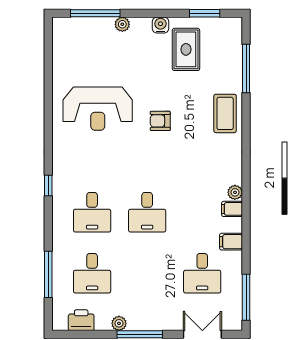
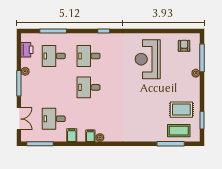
water cooler: (160, 25) -> (195, 95), removed
coffee table: (225, 113) -> (179, 131), moved
armchair: (160, 121) -> (184, 46), moved

